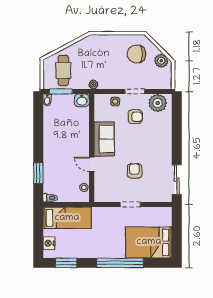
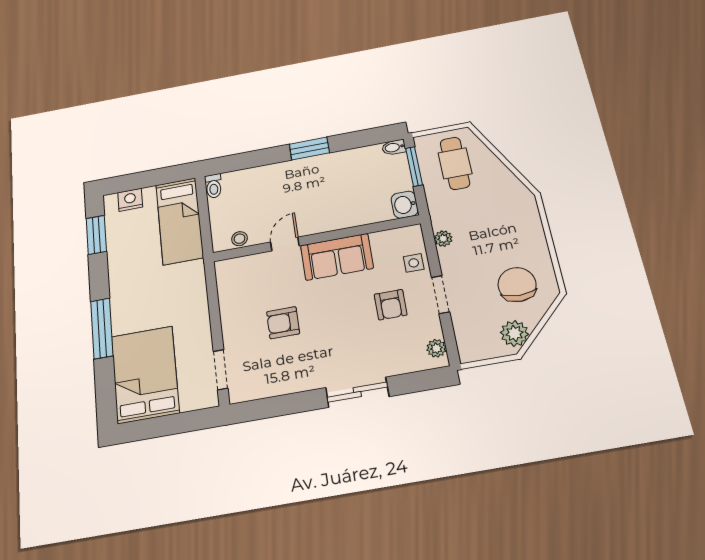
cafe table: (63, 70) -> (455, 163), turned 90
plant: (93, 85) -> (443, 239), moved
plant: (158, 103) -> (436, 348), width x0.53, depth x0.53
armchair: (135, 171) -> (283, 323), turned 180
window: (38, 173) -> (309, 148), moved
sliding door: (177, 180) -> (357, 392), moved
doorway: (130, 205) -> (221, 370), moved
window: (120, 263) -> (102, 328), width x0.68

